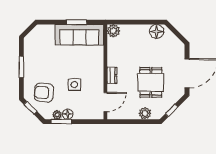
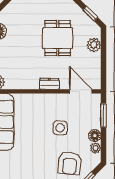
dining table: (151, 82) -> (58, 38), turned 90
window: (61, 122) -> (104, 115), moved

